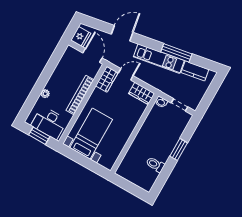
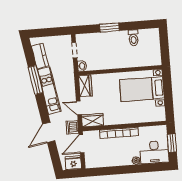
door: (122, 33) -> (49, 132), hinge flipped
dishwasher: (113, 57) -> (72, 127), added
desk: (49, 123) -> (154, 152), moved, turned 90
bed with nightstands: (91, 134) -> (142, 89), moved

